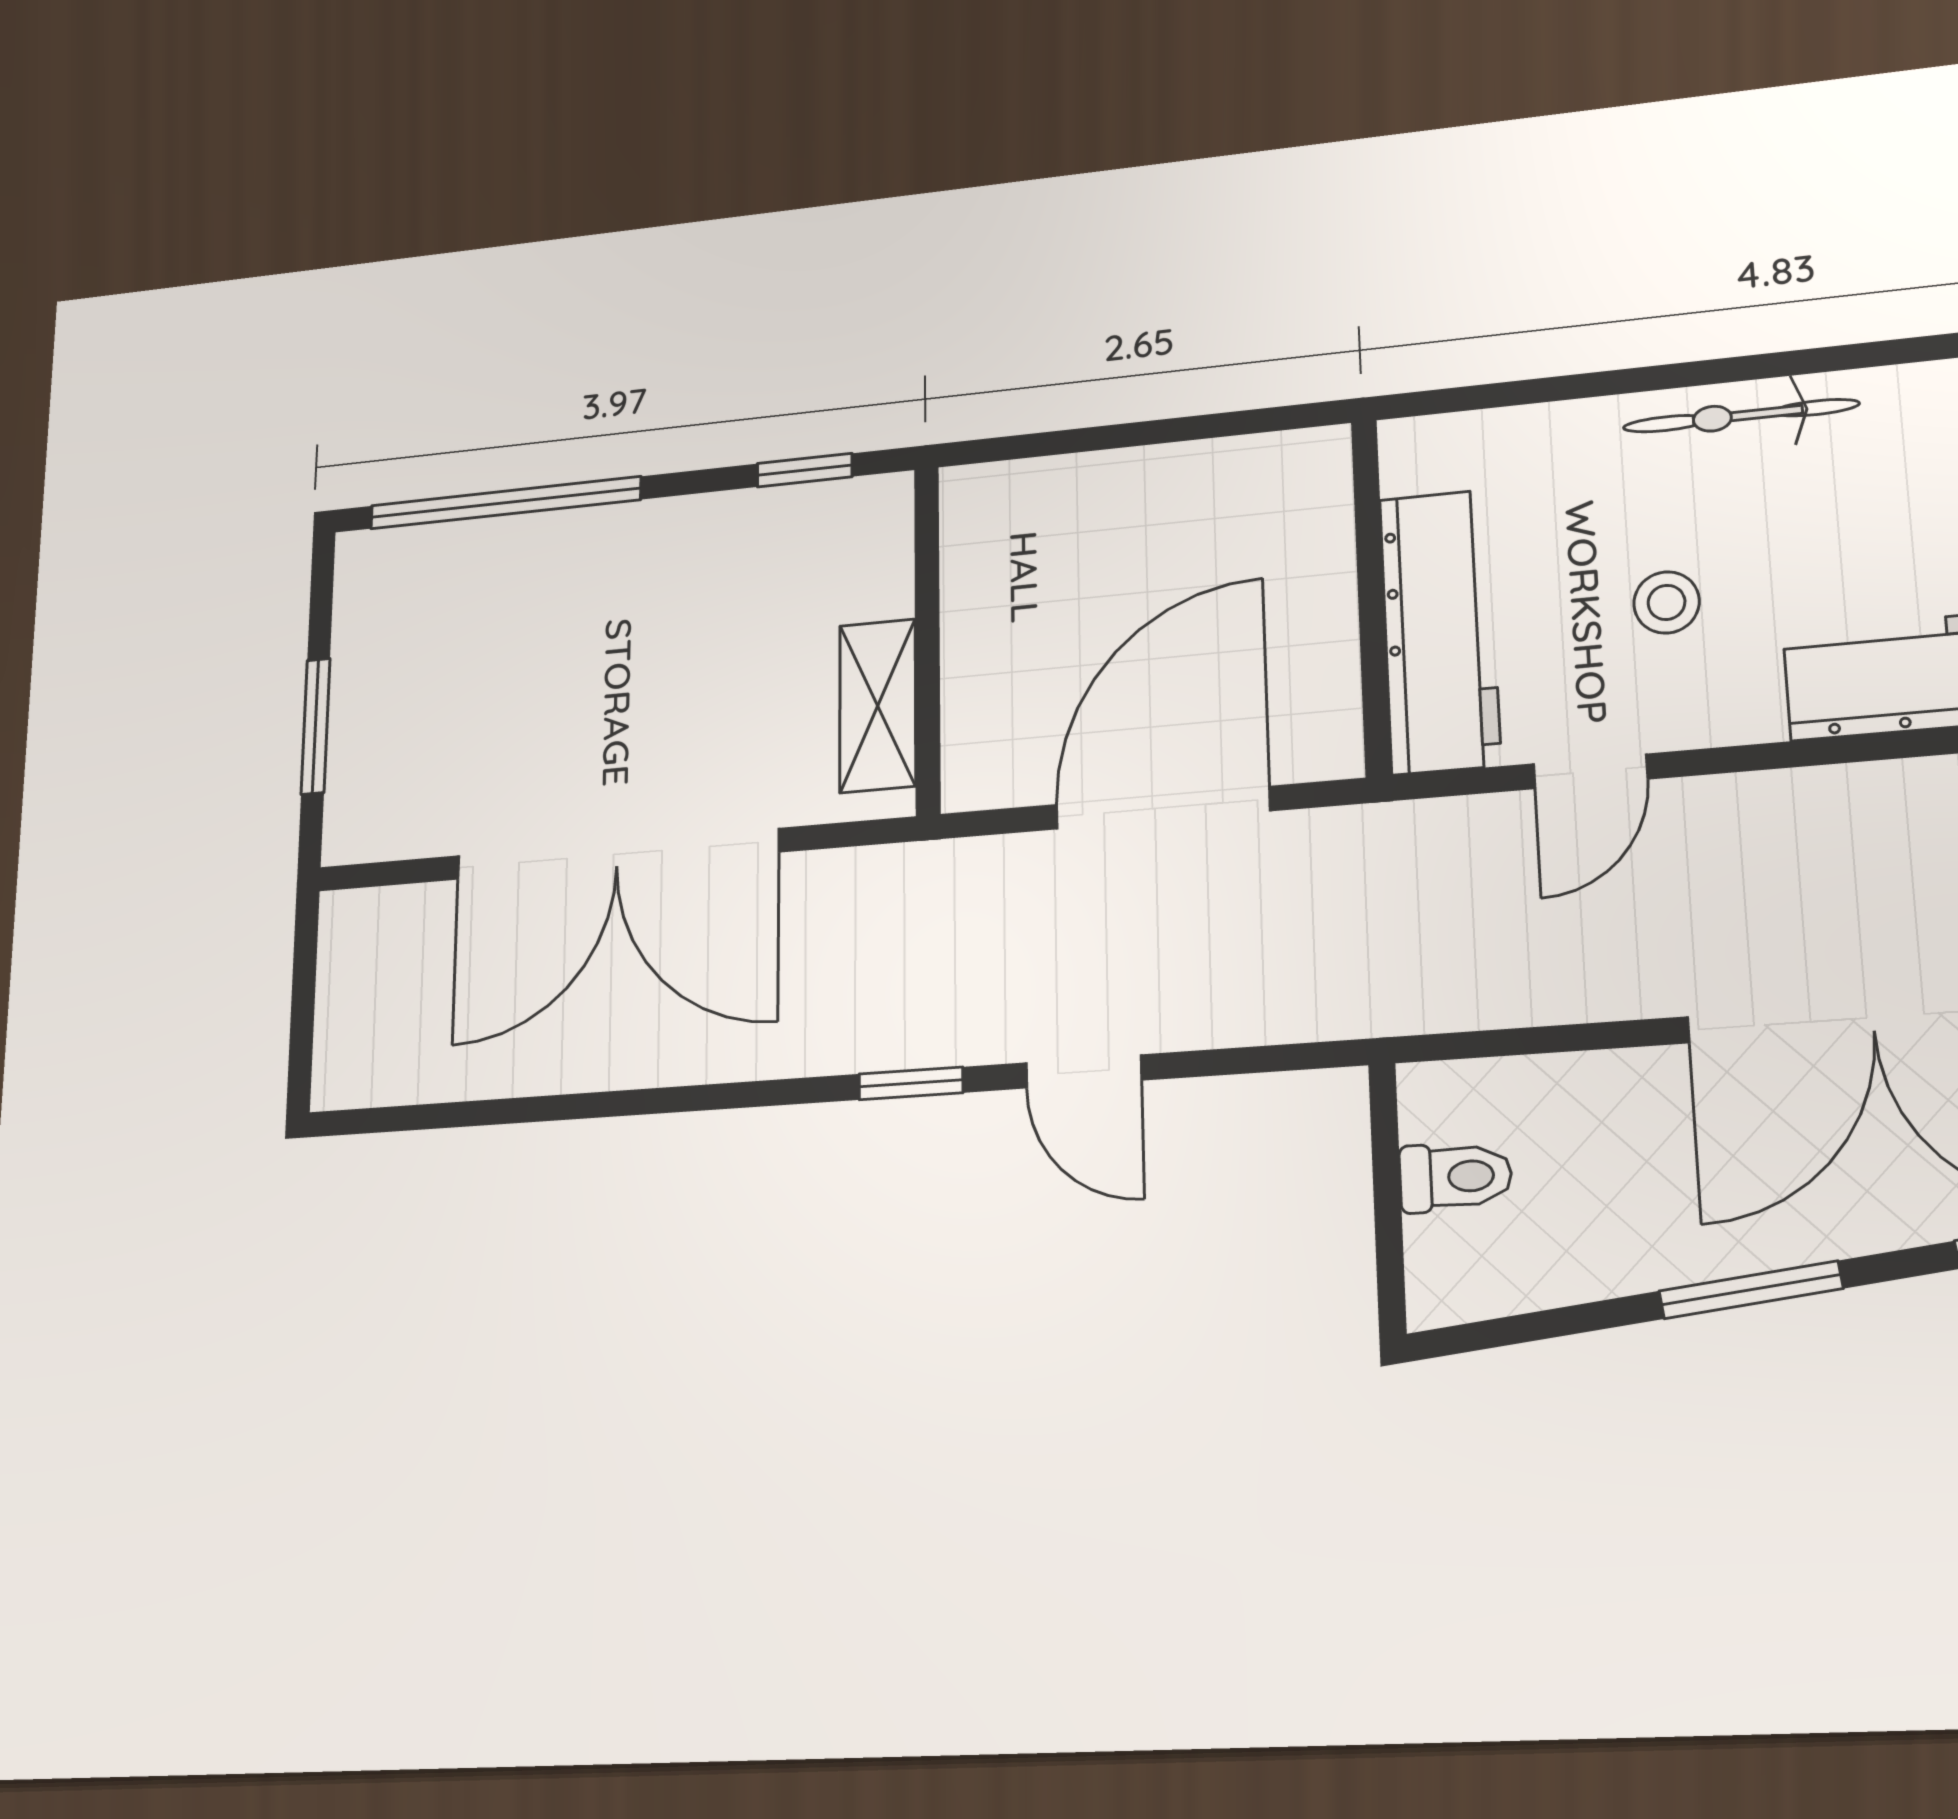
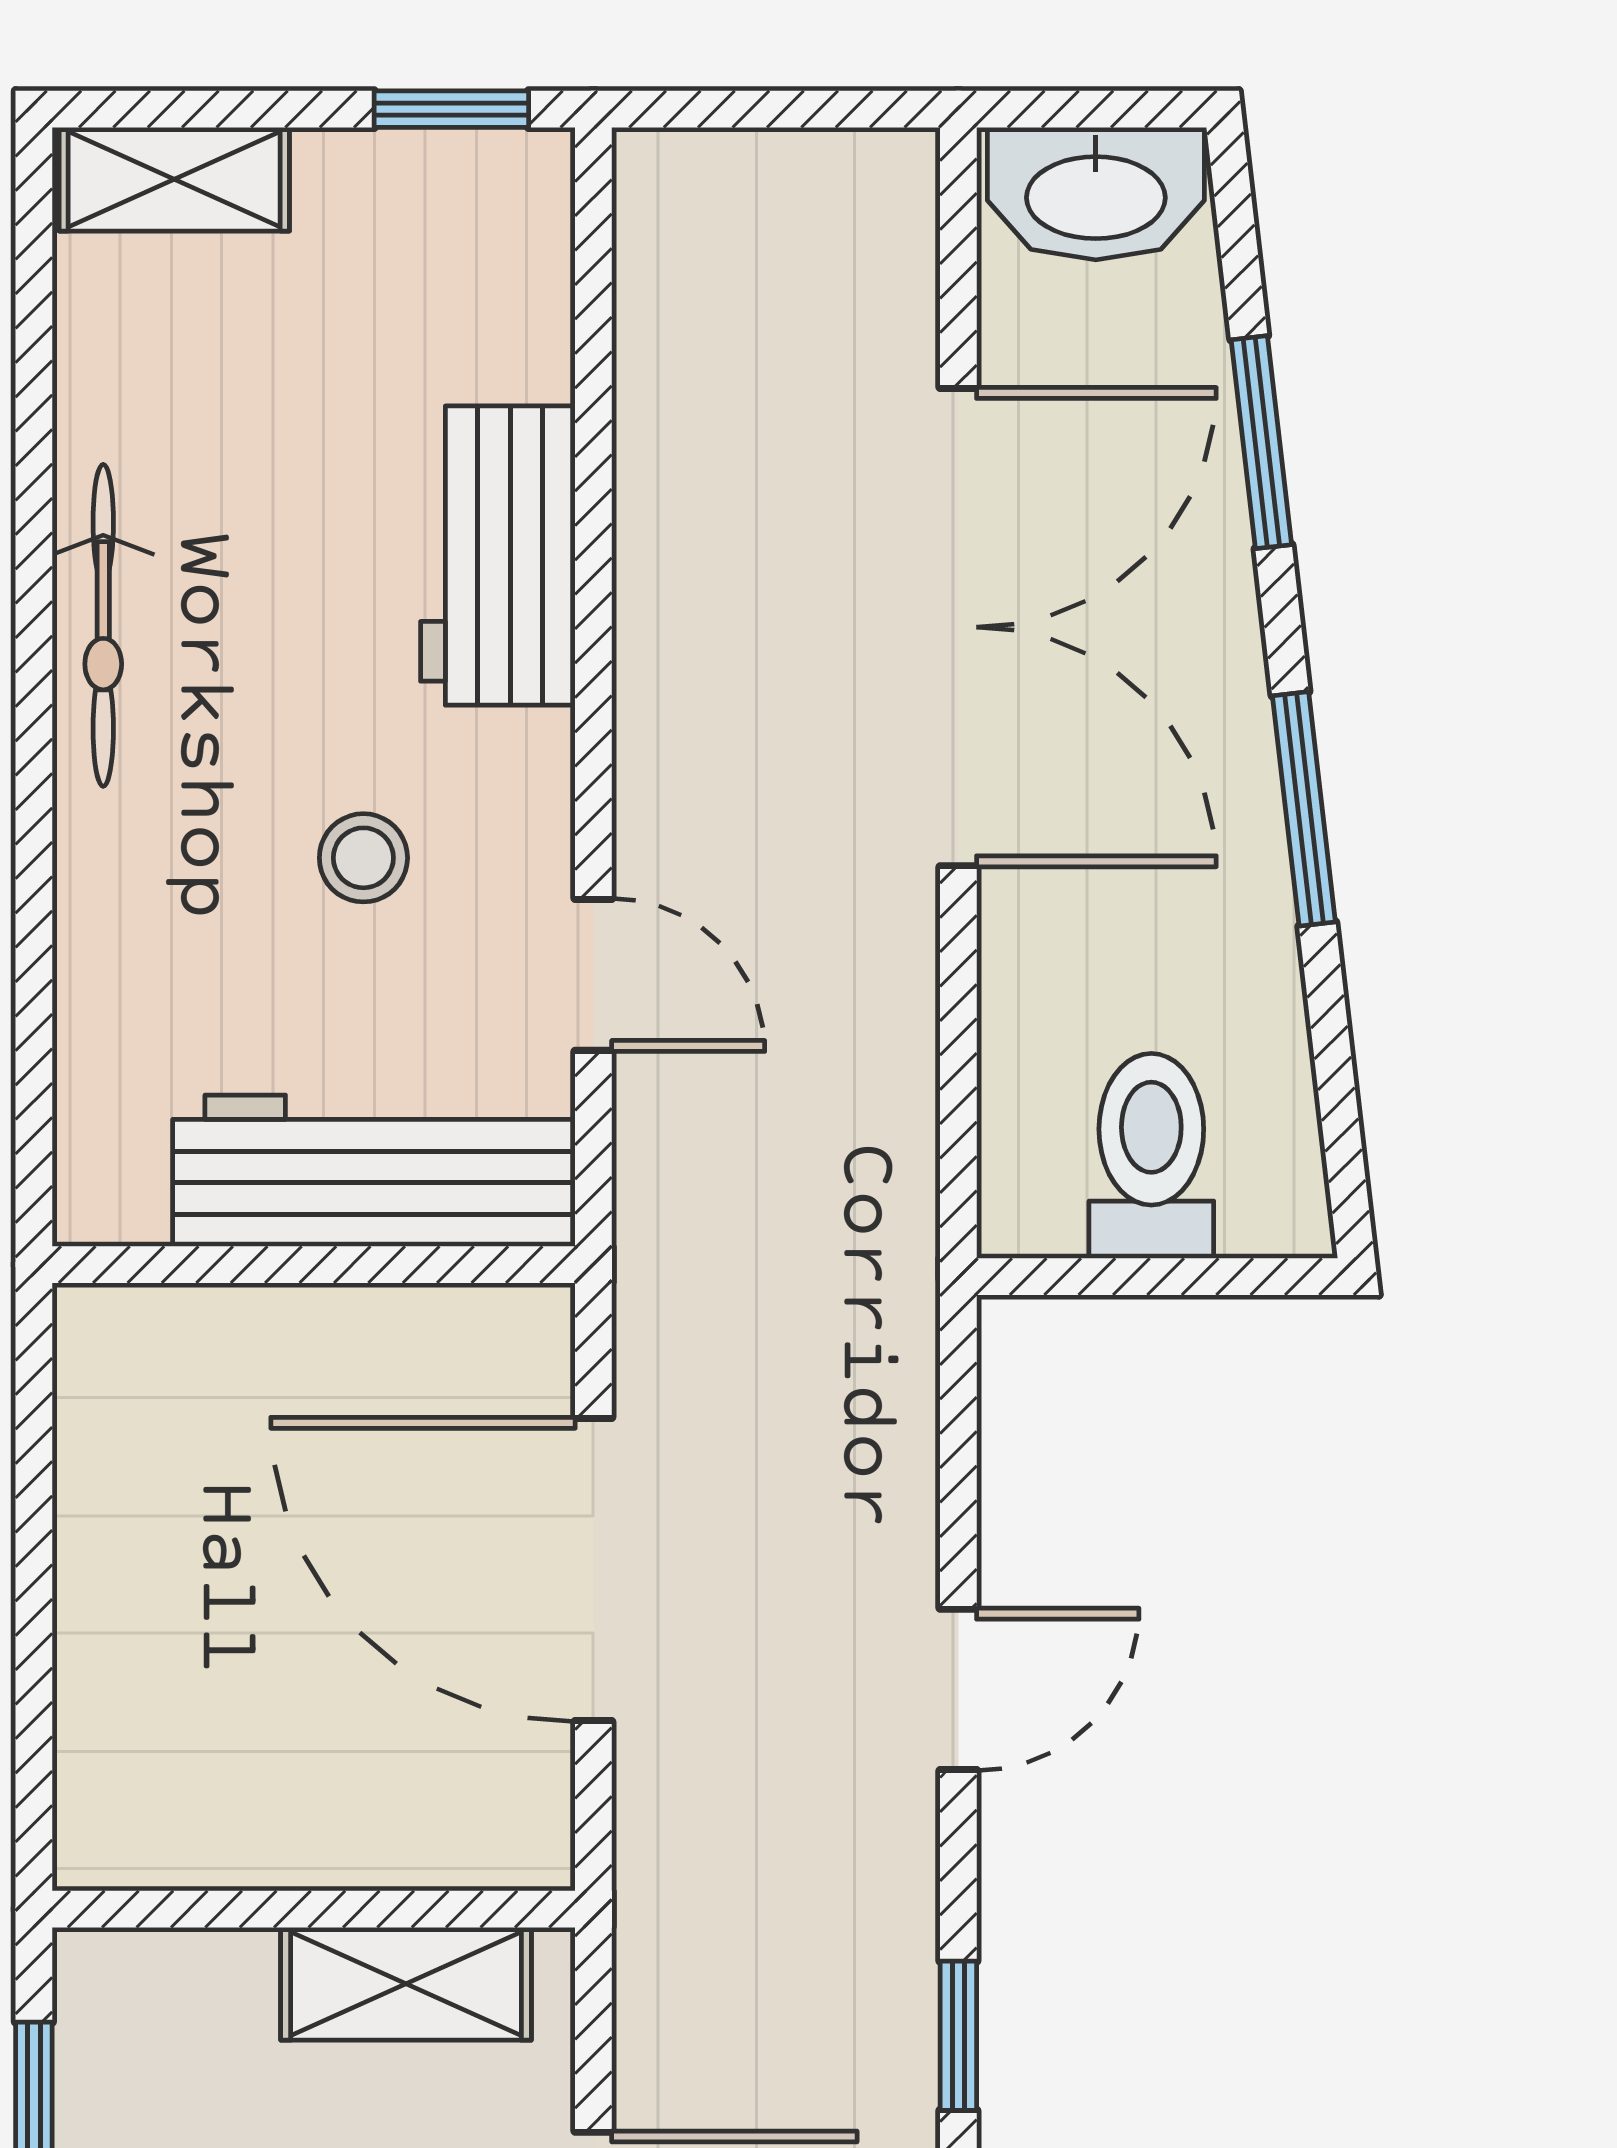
bicycle: (1741, 416) -> (103, 625), moved
window: (911, 1083) -> (958, 2036), moved
toilet: (1455, 1177) -> (1151, 1156), width x1.37, depth x1.39

